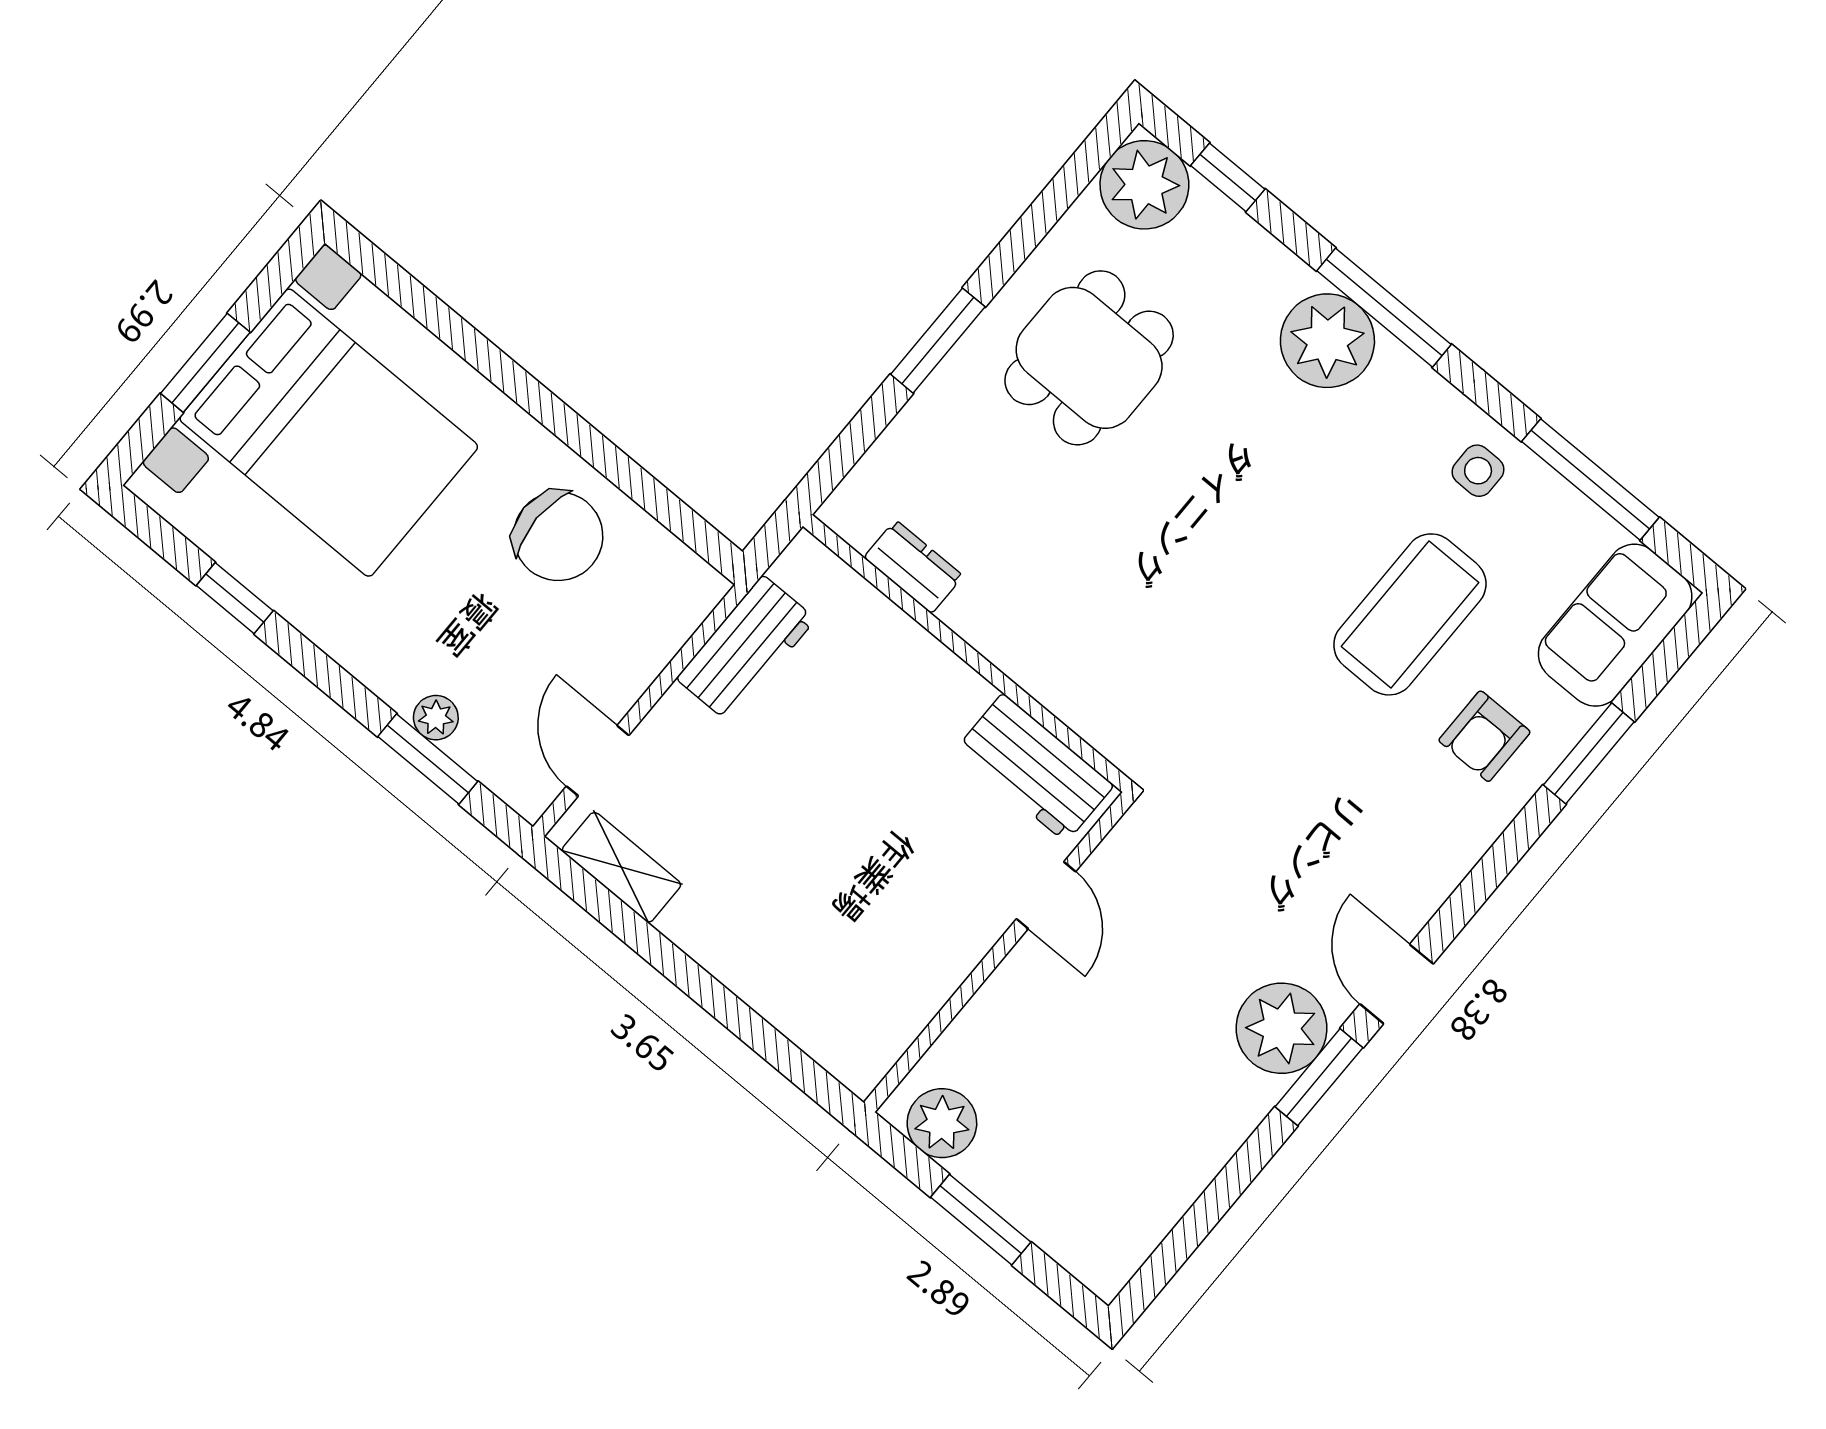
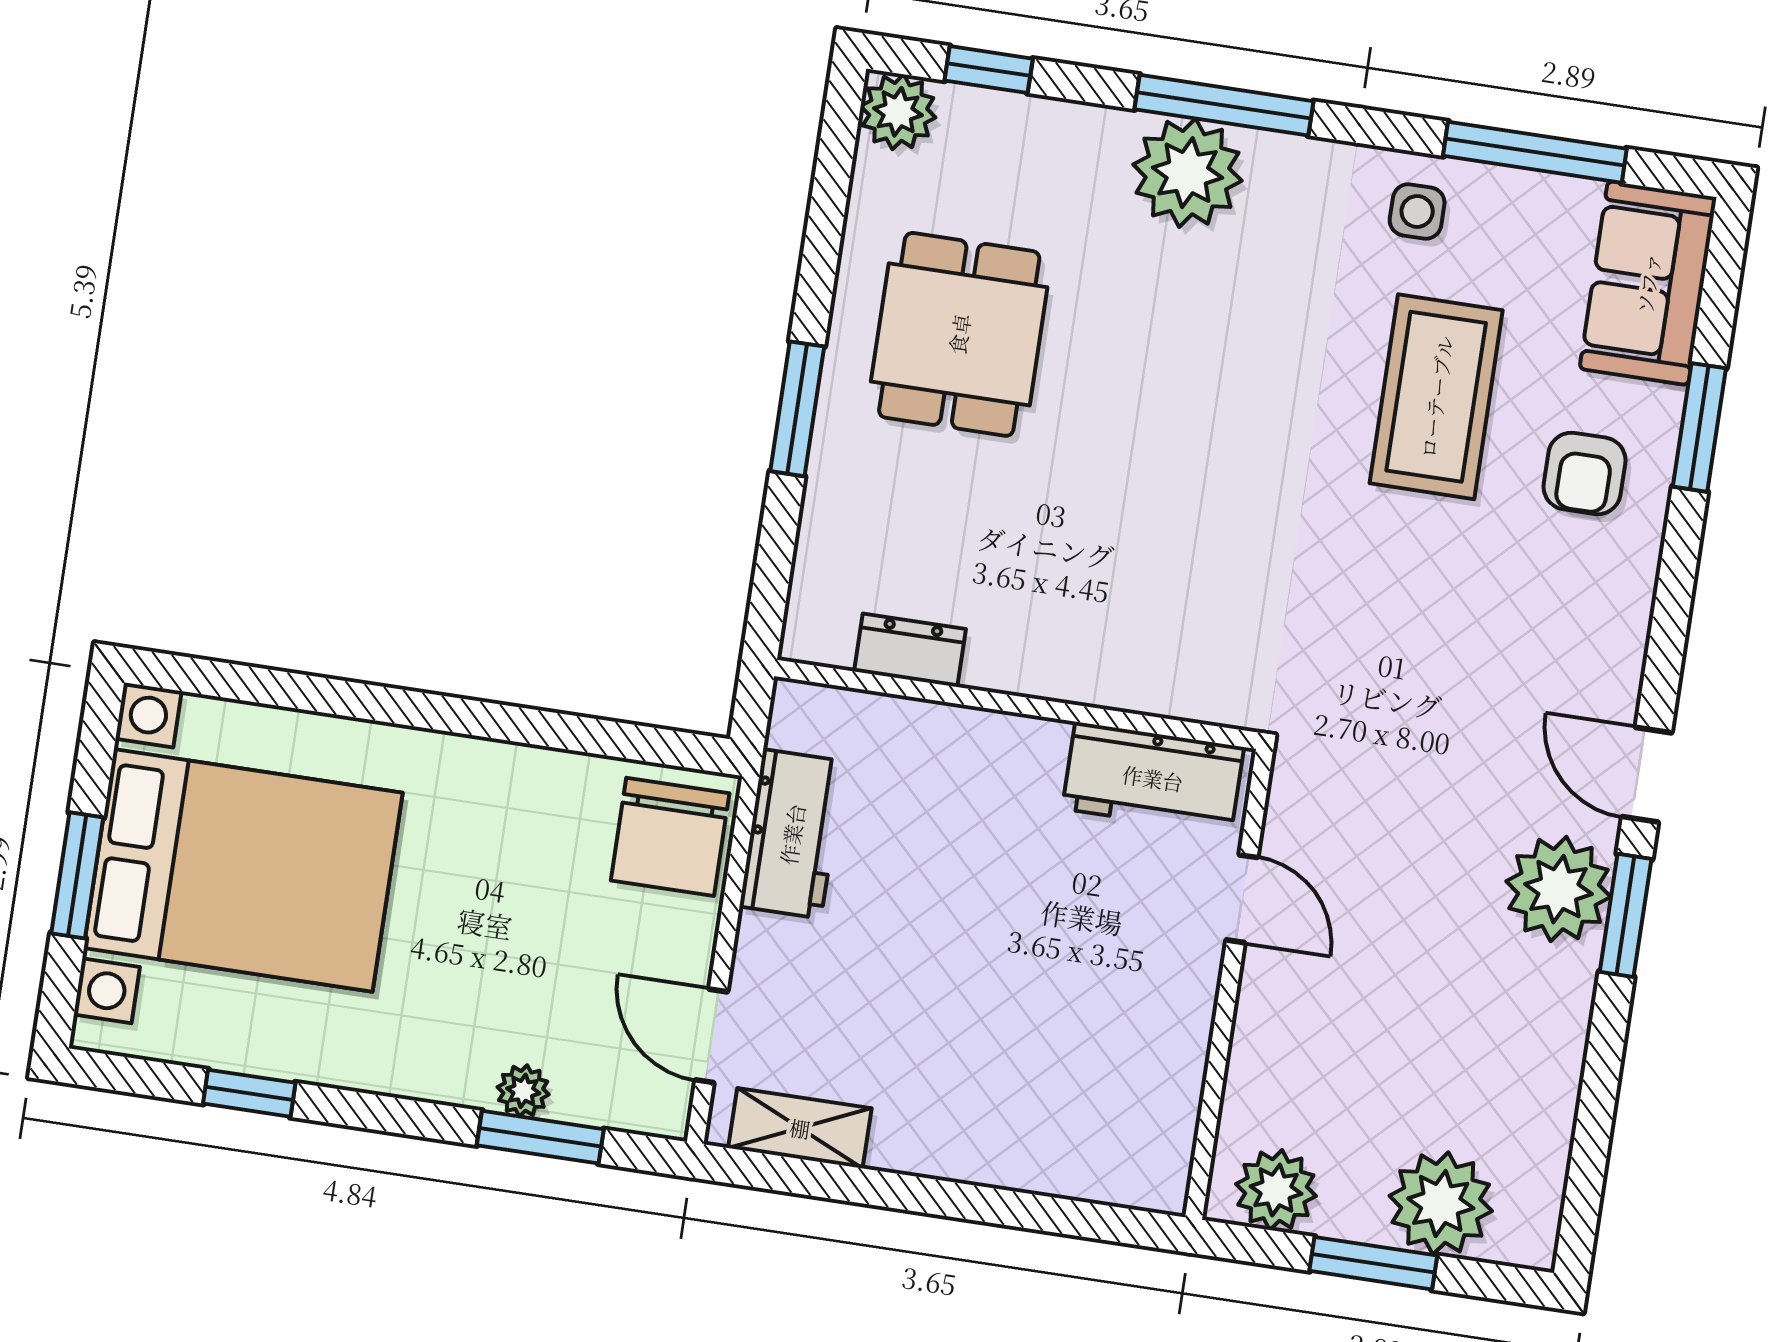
plant: (1144, 185) -> (898, 112), width x0.73, depth x0.73
chair: (558, 536) -> (670, 837), moved, turned 90
plant: (1056, 1206) -> (1441, 1203), added

